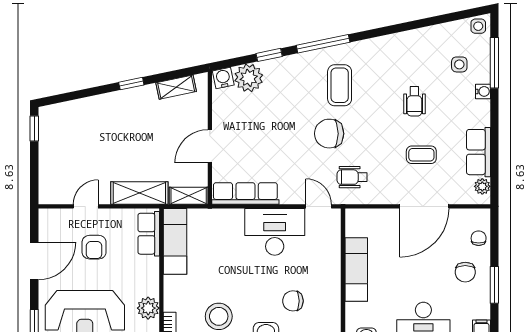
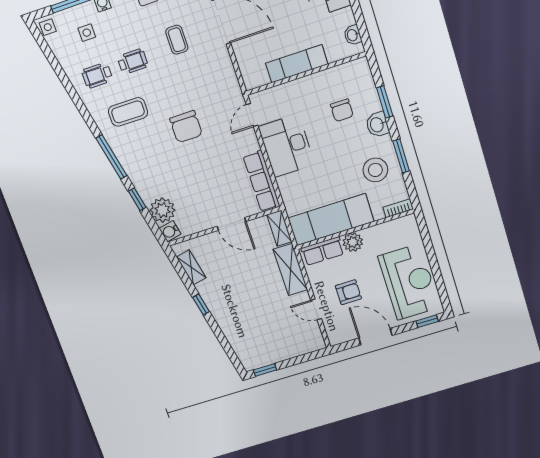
coffee table: (340, 85) -> (128, 112), moved
wheelchair: (352, 177) -> (97, 75), moved, turned 90
exam couch: (175, 241) -> (331, 220), width x1.36, depth x1.45
plant: (148, 308) -> (353, 242), moved

